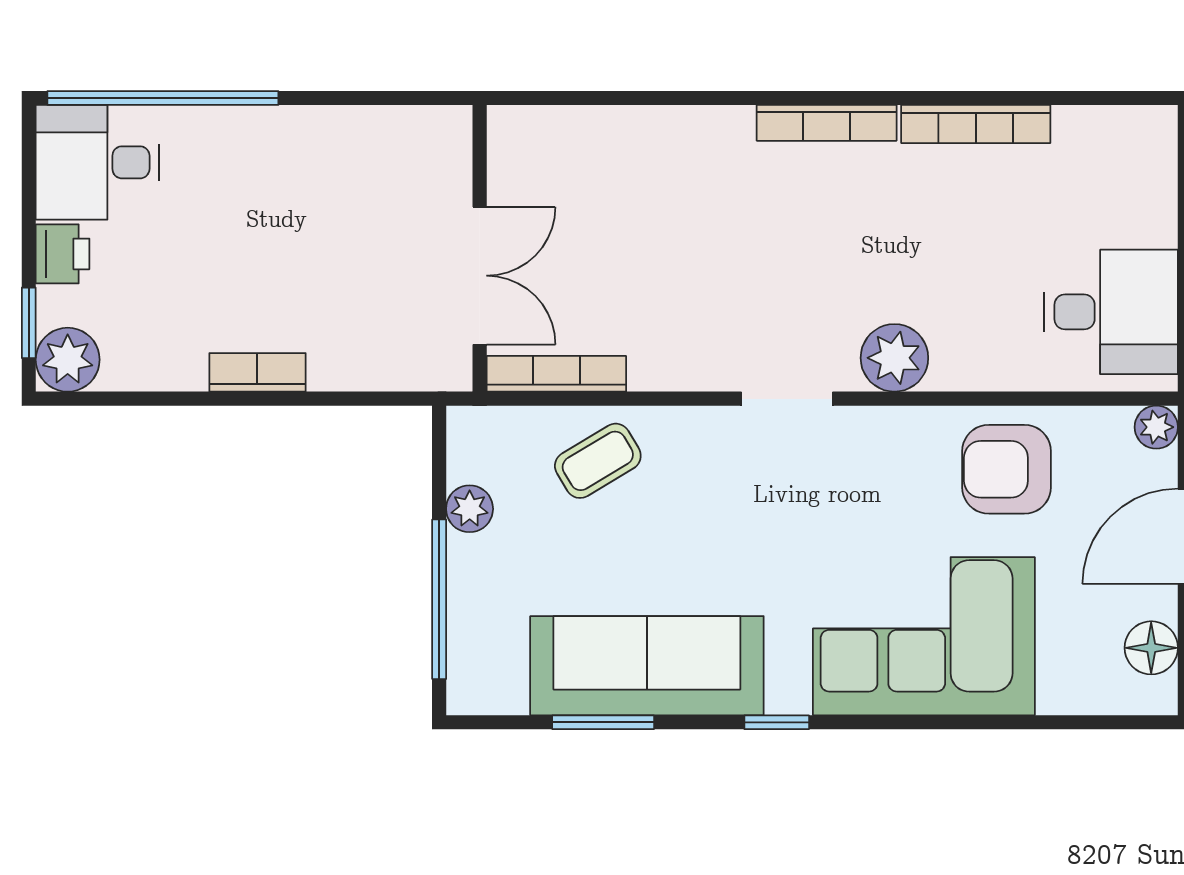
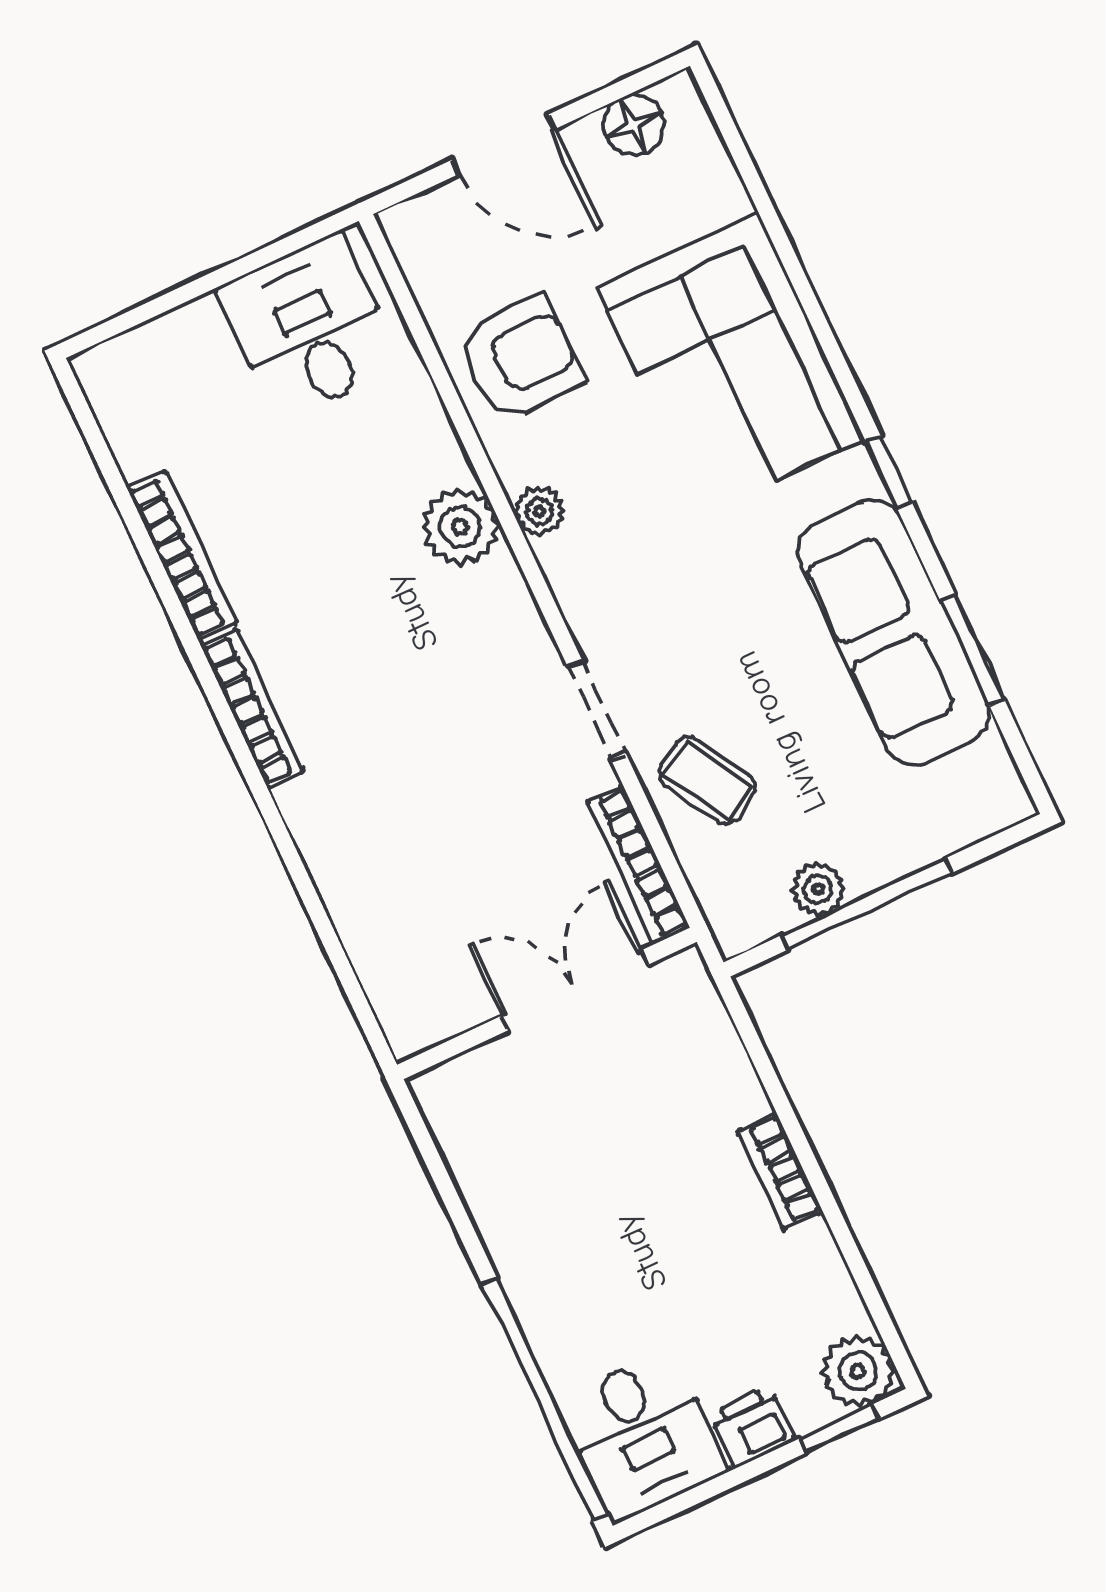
doorway: (787, 399) -> (596, 710), moved
plant: (1156, 427) -> (539, 511), moved
armchair: (1007, 469) -> (520, 359), turned -91
window: (439, 599) -> (867, 904), moved

